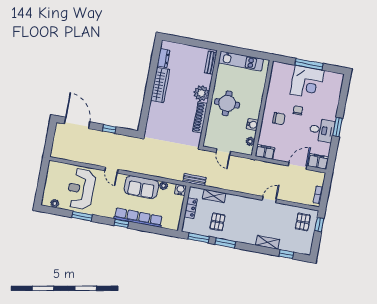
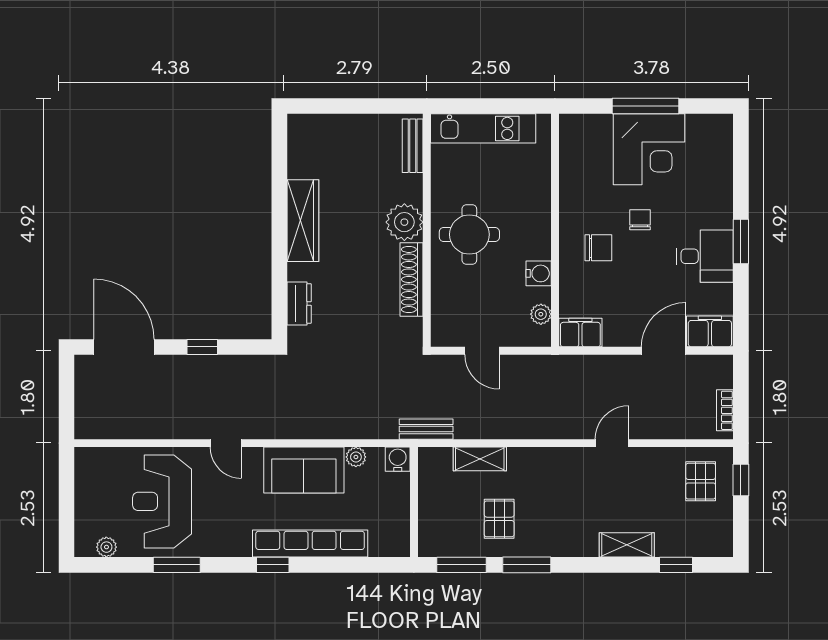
dresser: (163, 58) -> (299, 303), moved
locker: (191, 208) -> (430, 498), removed

